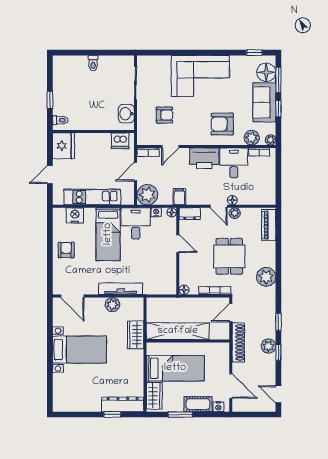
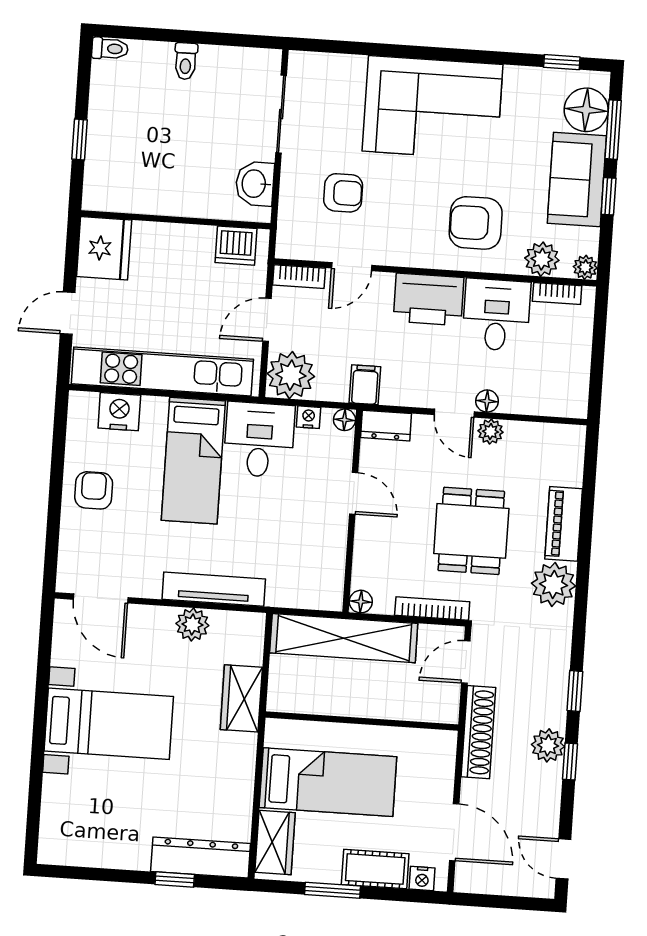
toilet: (60, 120) -> (110, 49), moved
kitchen unit: (92, 197) -> (162, 372), width x1.36
piano: (269, 225) -> (564, 524), moved
shelving: (178, 331) -> (344, 638), moved

